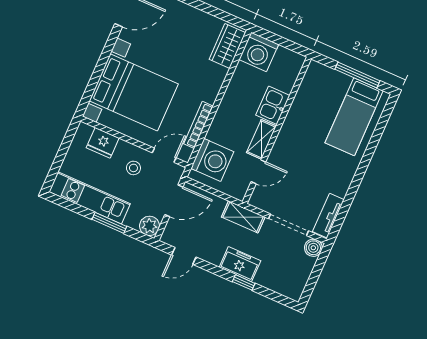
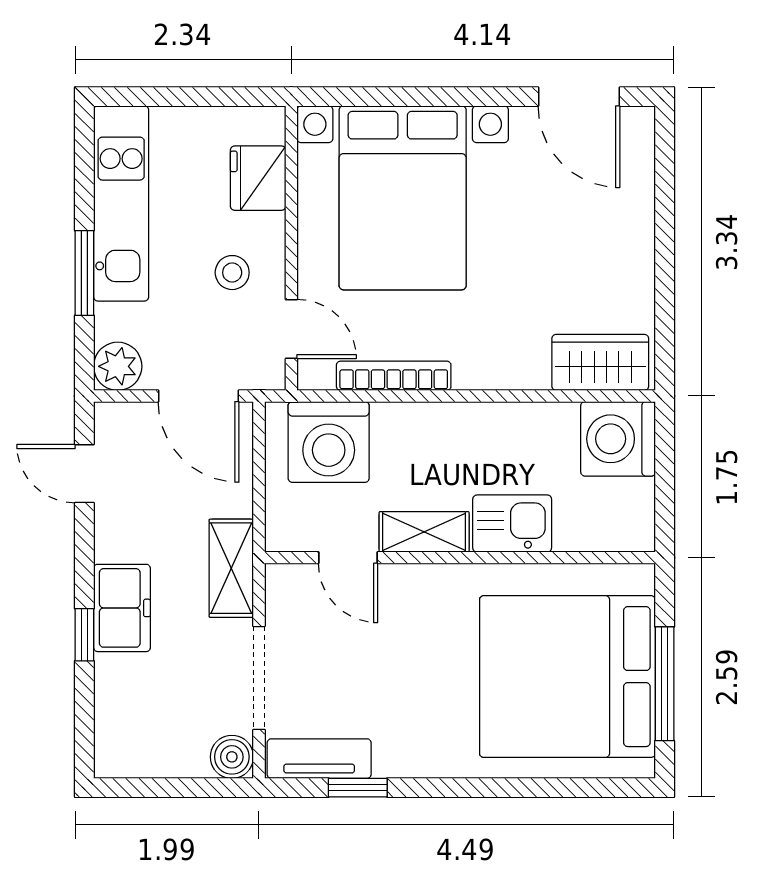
bed: (354, 117) -> (567, 677), width x2.04
window: (345, 206) -> (358, 788), added

